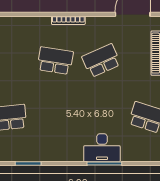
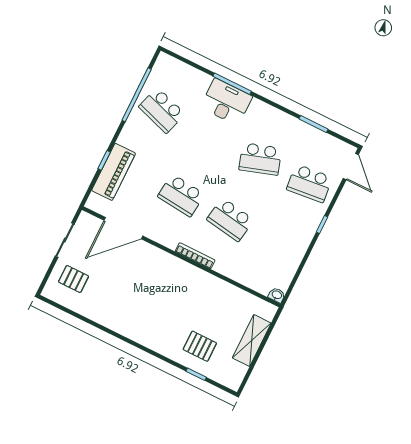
school desk: (101, 61) -> (181, 195), turned 30
school desk: (55, 117) -> (260, 159), added

